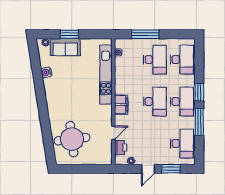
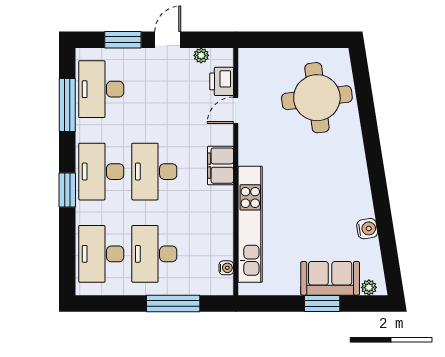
window: (199, 122) -> (67, 105), moved

